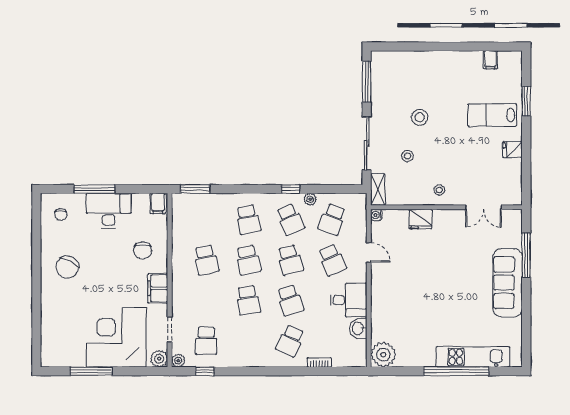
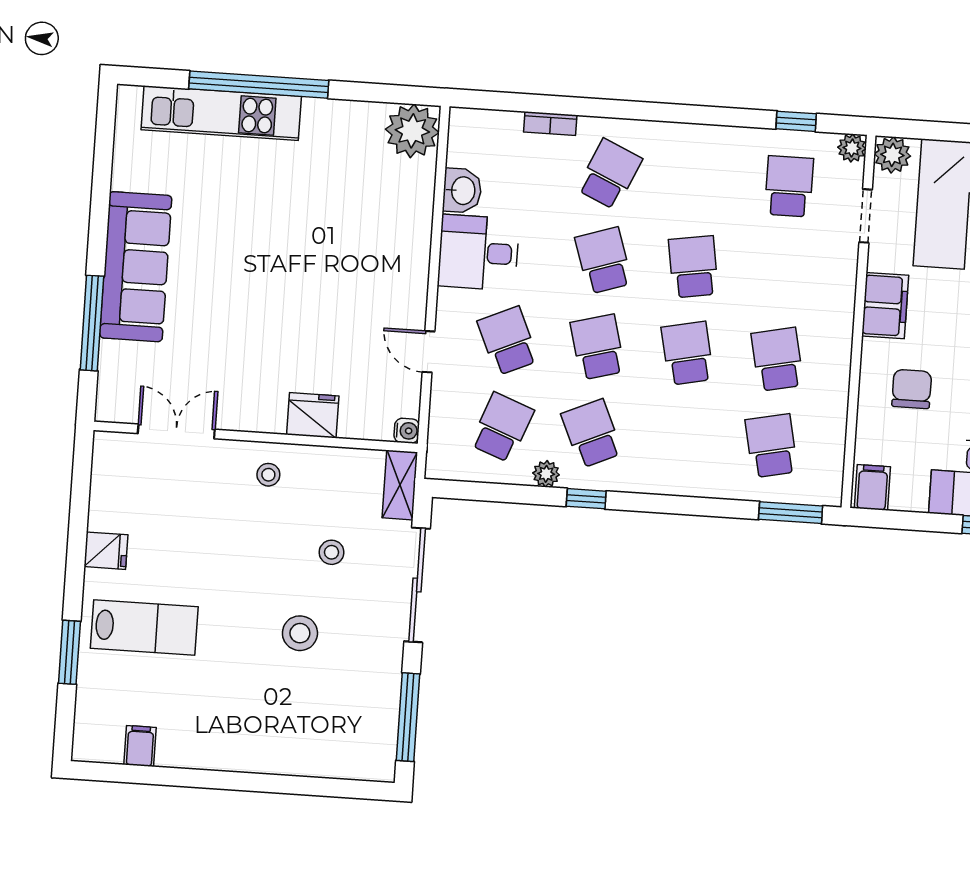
school desk: (248, 219) -> (771, 446), moved

